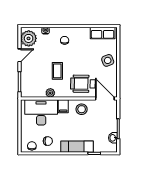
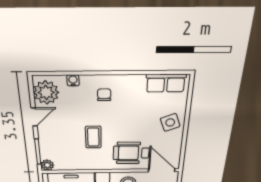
plant: (50, 93) -> (47, 165), moved

